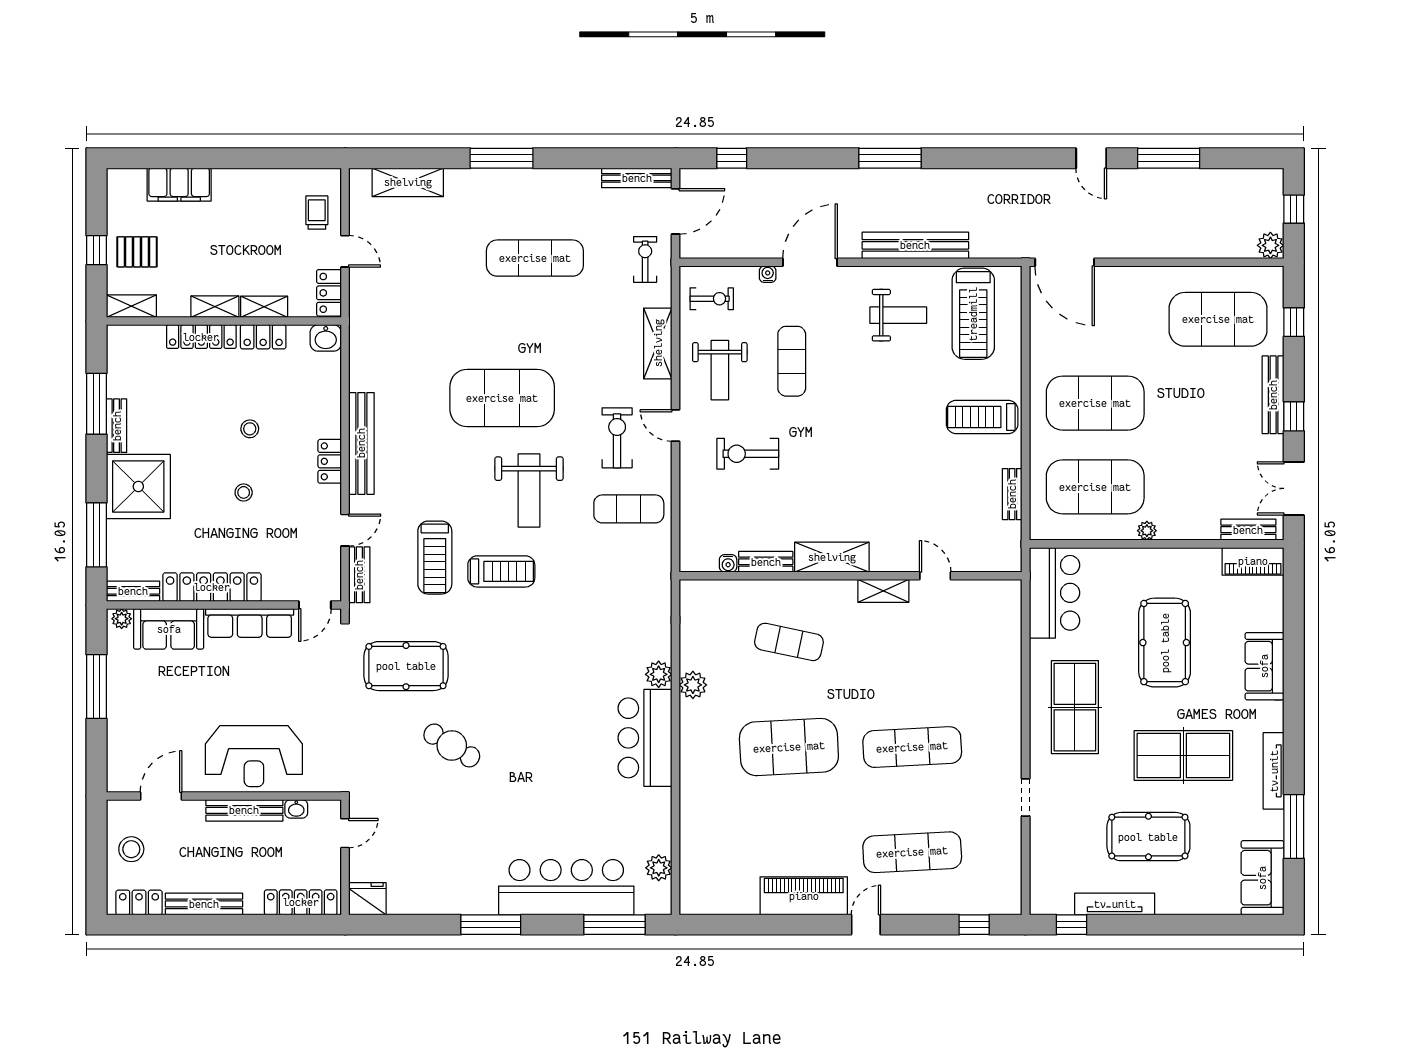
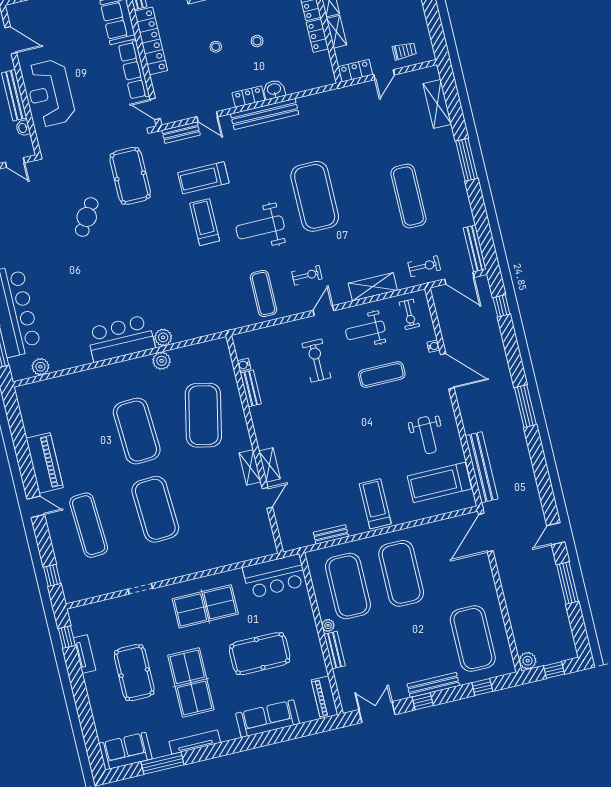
bench: (915, 245) -> (482, 467), moved
washbasin: (326, 338) -> (274, 89), moved, turned 90
exercise bike: (617, 438) -> (307, 275), width x0.73, depth x0.72
bench: (1248, 530) -> (335, 650), moved
shelving: (832, 557) -> (270, 465), moved, width x0.67, depth x0.75
treadmill: (501, 571) -> (205, 222), turned 180
exercise mat: (789, 642) -> (203, 415), width x2.00, depth x1.45
sofa: (1264, 666) -> (267, 719), width x1.36
exercise mat: (912, 747) -> (155, 509), width x1.47
tv unit: (1115, 904) -> (85, 654), width x0.71

